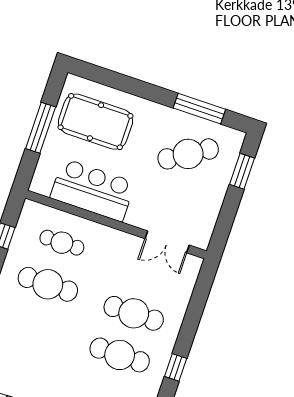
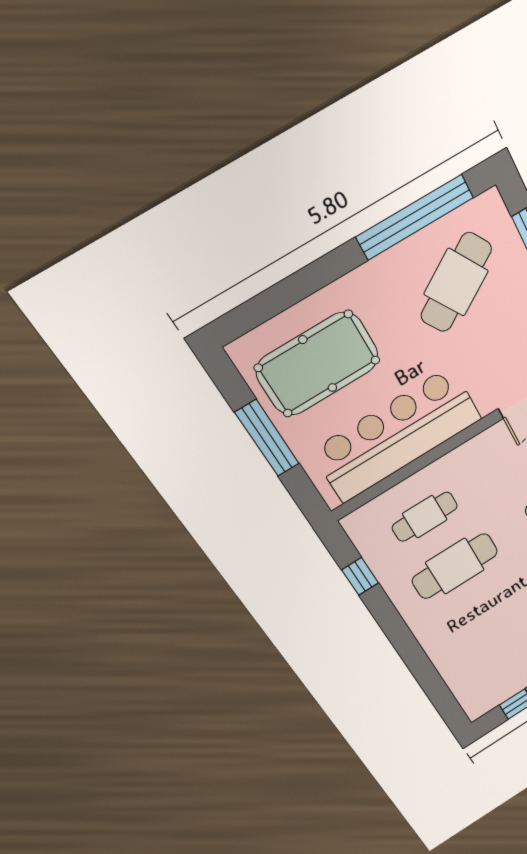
window: (199, 109) -> (415, 217), width x1.46
bar counter: (93, 190) -> (397, 435), width x1.36

